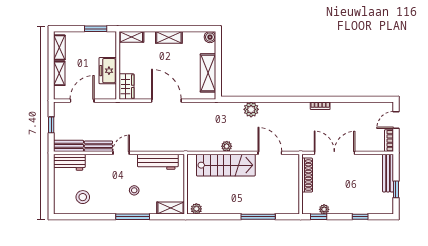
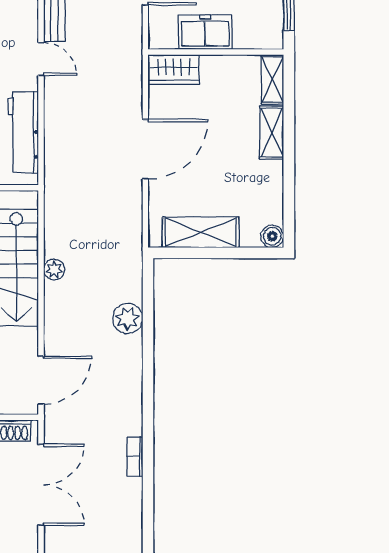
shelving: (169, 37) -> (272, 133), moved
door: (270, 153) -> (41, 380), moved

